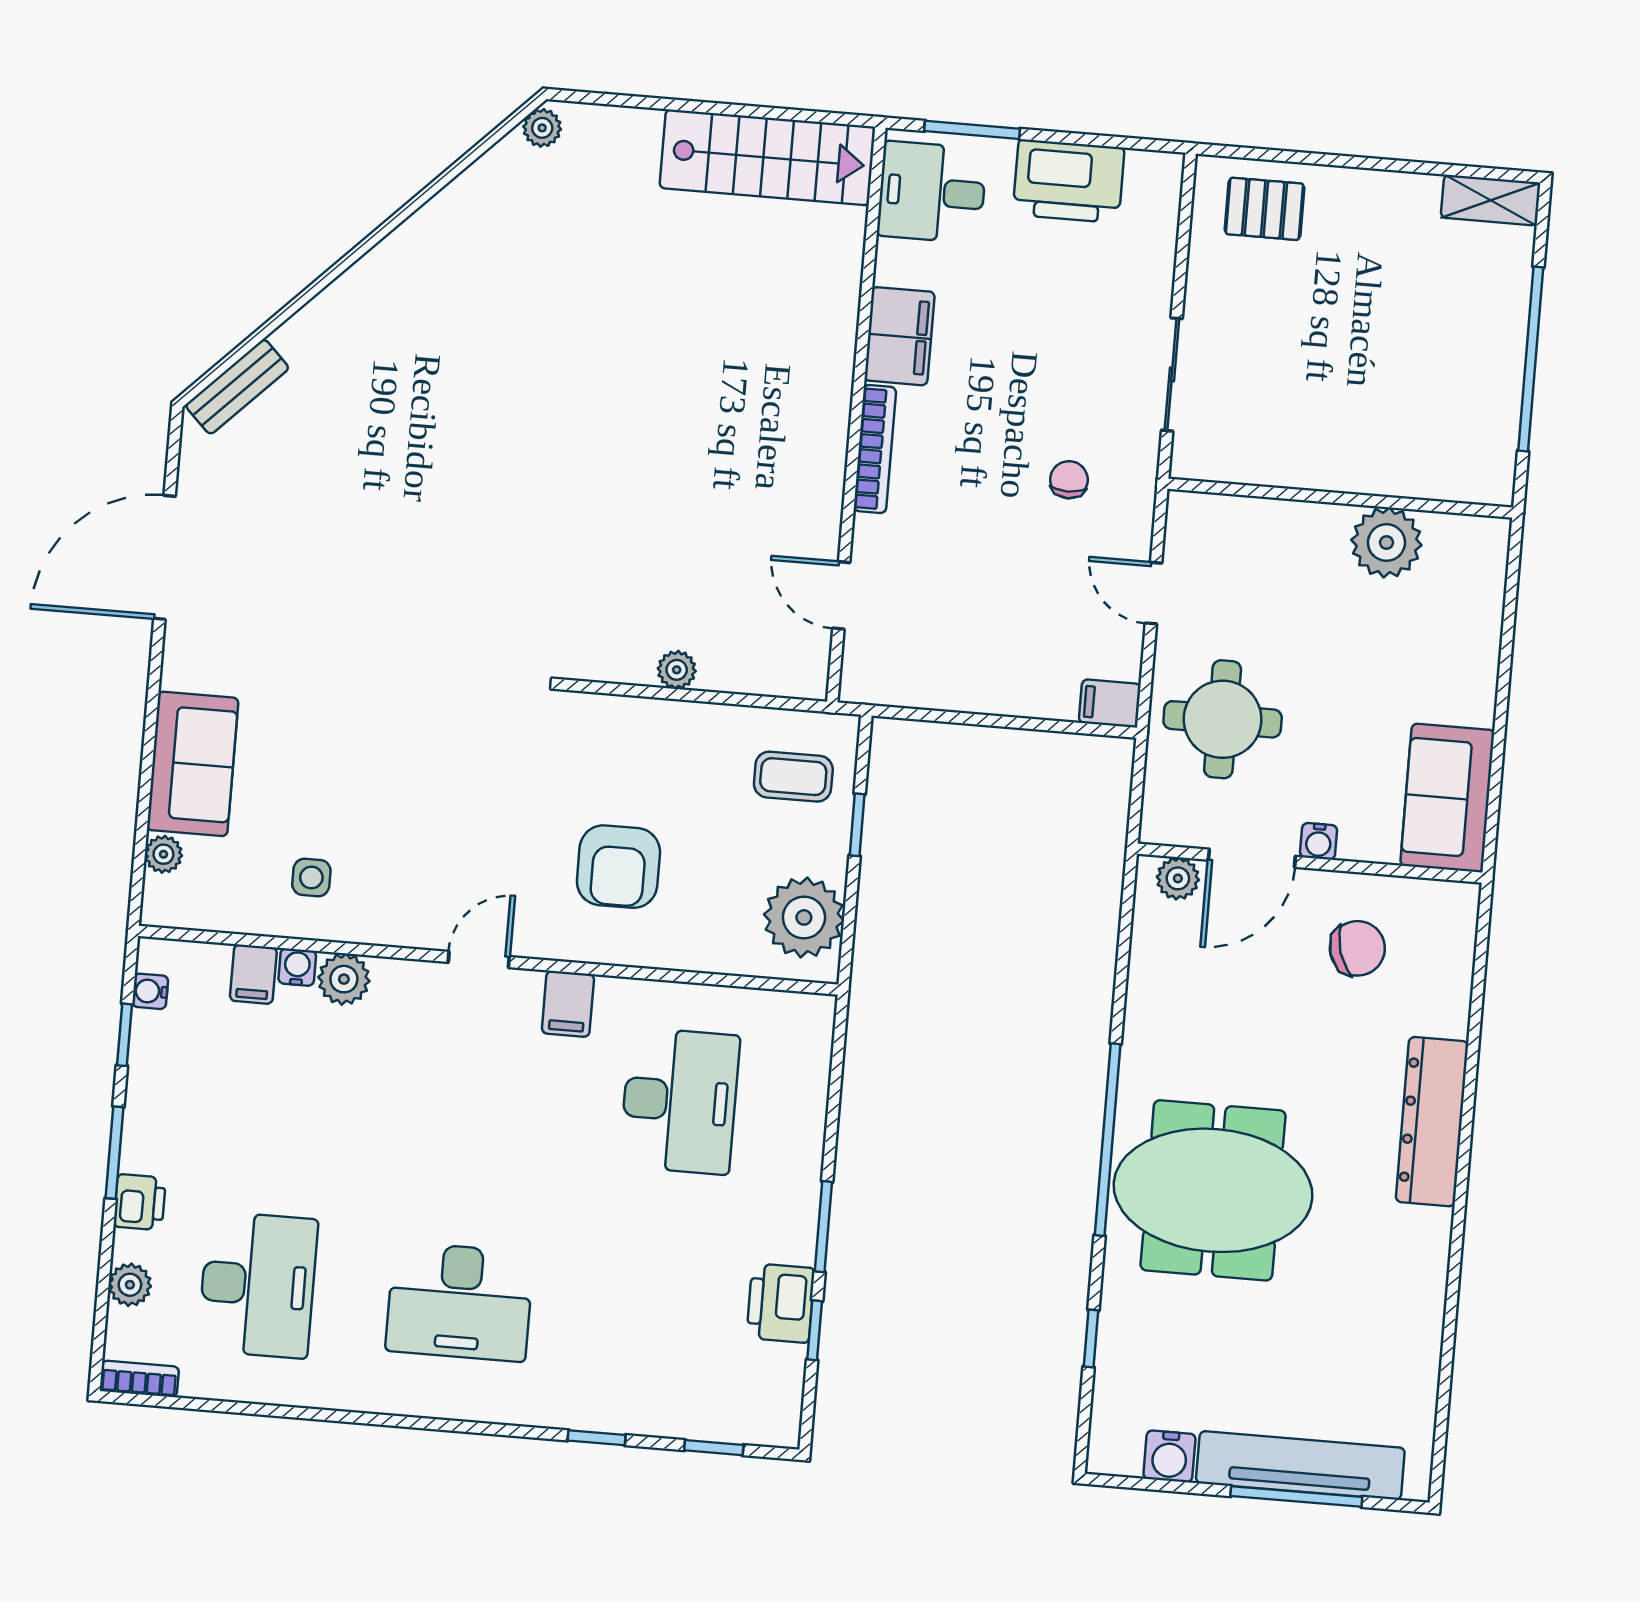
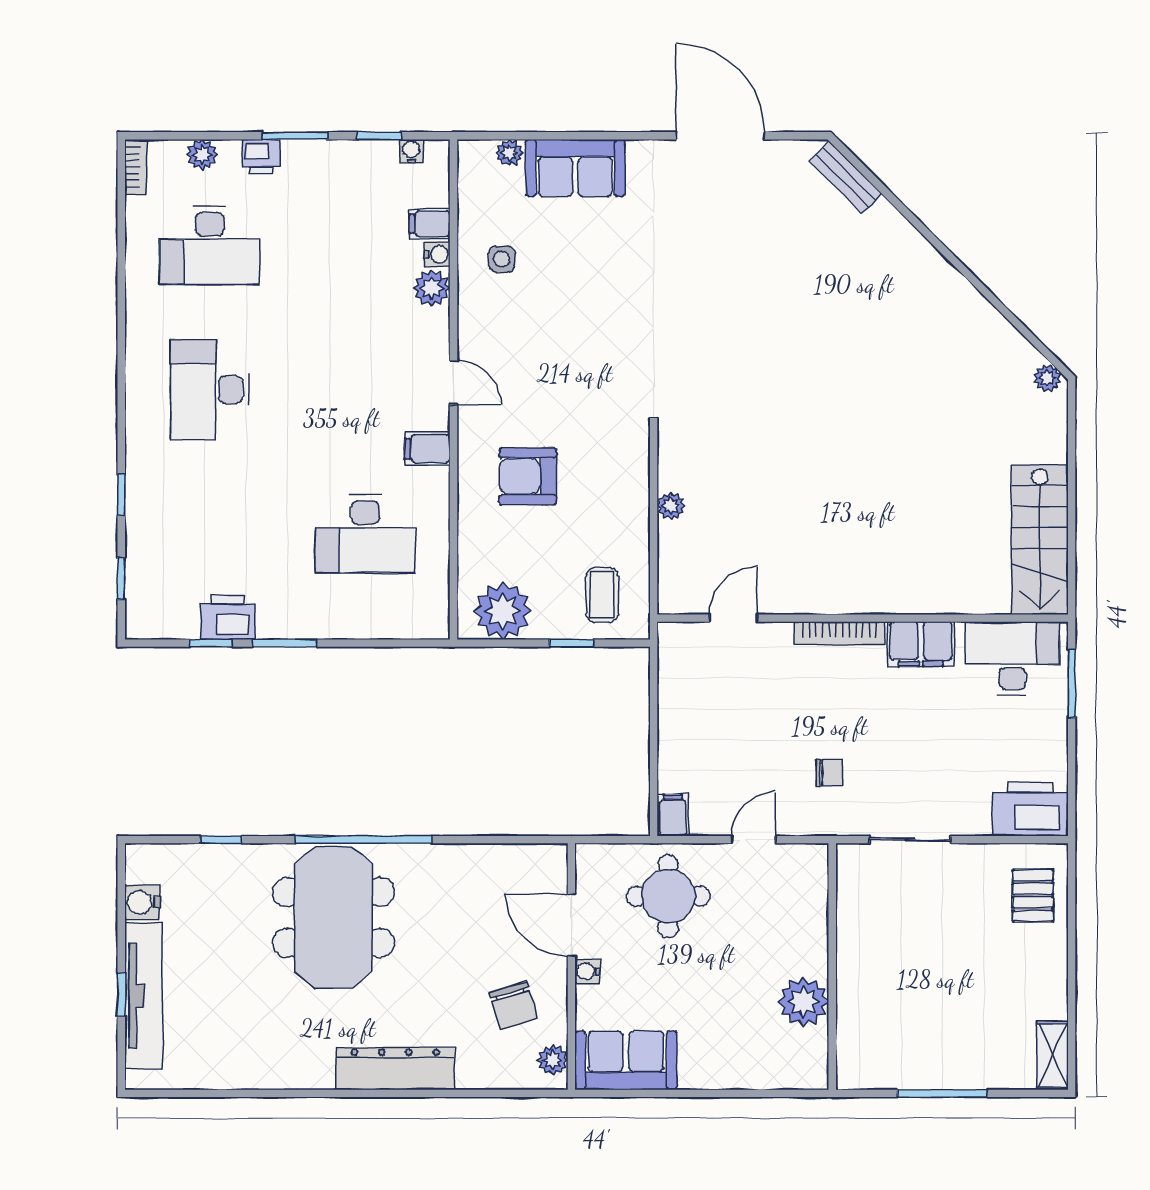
printer: (1069, 181) -> (1030, 809), moved, turned 90
desk: (932, 192) -> (1012, 659), width x1.37
window: (1531, 359) -> (942, 1093), width x0.68
plant: (1178, 878) -> (553, 1060), moved
window: (1296, 1497) -> (121, 995), width x0.46

